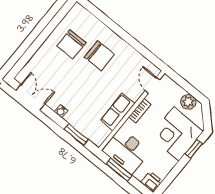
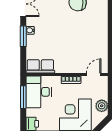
chair: (99, 56) -> (85, 26), removed
row of seats: (118, 112) -> (40, 66), moved
window: (76, 134) -> (23, 36), moved

